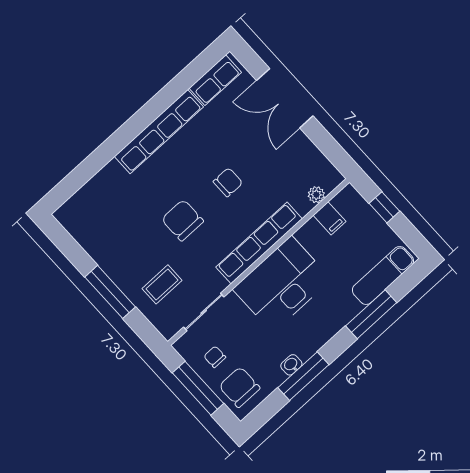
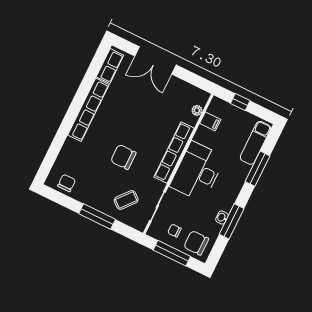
chair: (228, 182) -> (67, 183), moved
coffee table: (162, 284) -> (126, 200), turned 40

